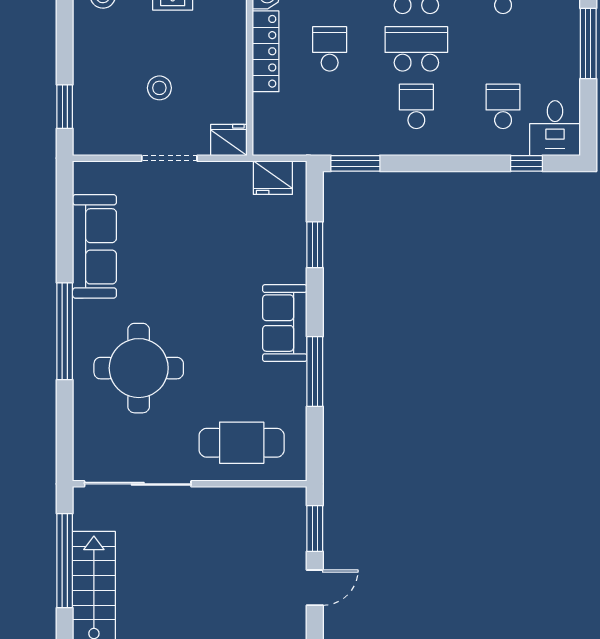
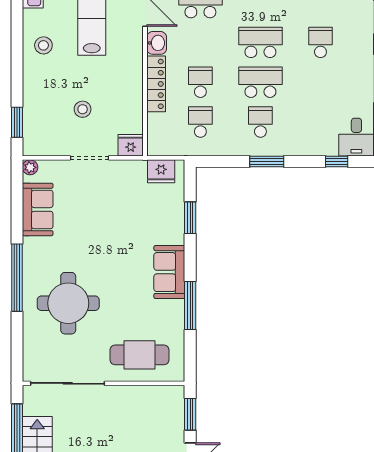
school desk: (503, 106) -> (200, 122), moved
window: (355, 163) -> (267, 162), moved
plant: (84, 172) -> (30, 167), added
sofa: (94, 246) -> (38, 209), width x0.73

